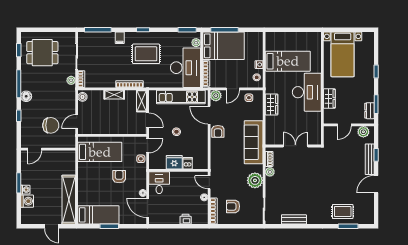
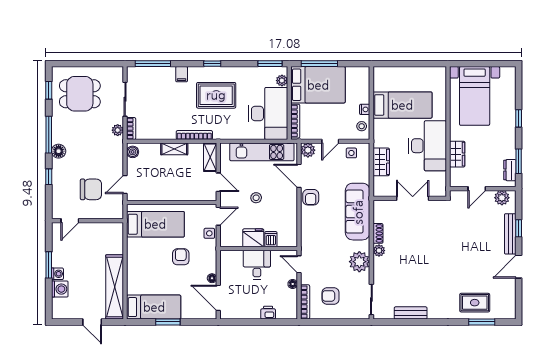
wall: (293, 146) -> (410, 198), moved
double door: (295, 146) -> (413, 198), moved
desk: (159, 183) -> (257, 265), moved

